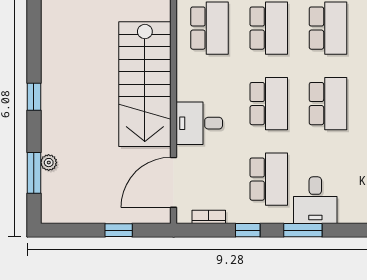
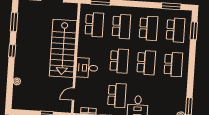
window: (34, 173) -> (14, 22), moved
door: (174, 182) -> (73, 94), width x0.53

